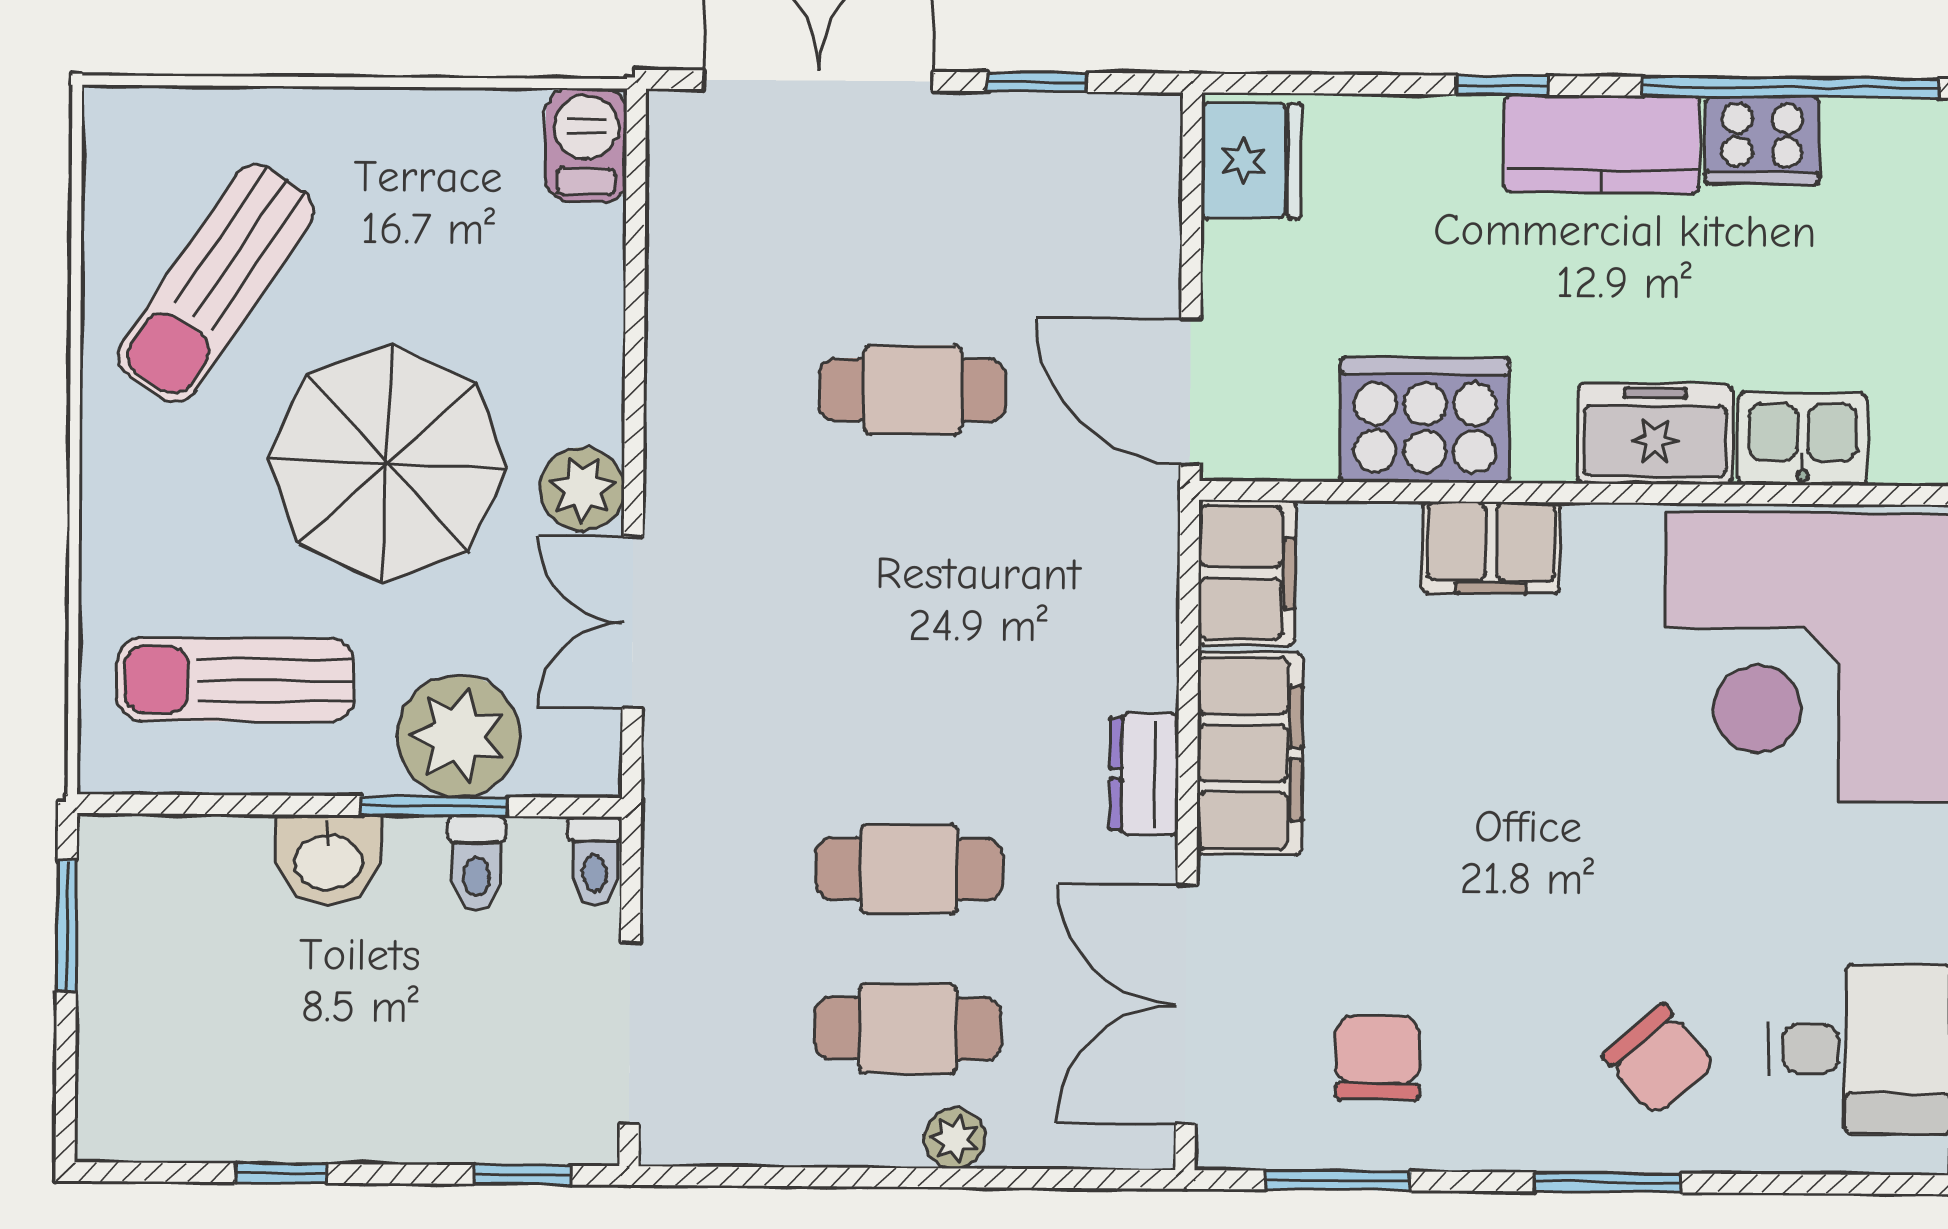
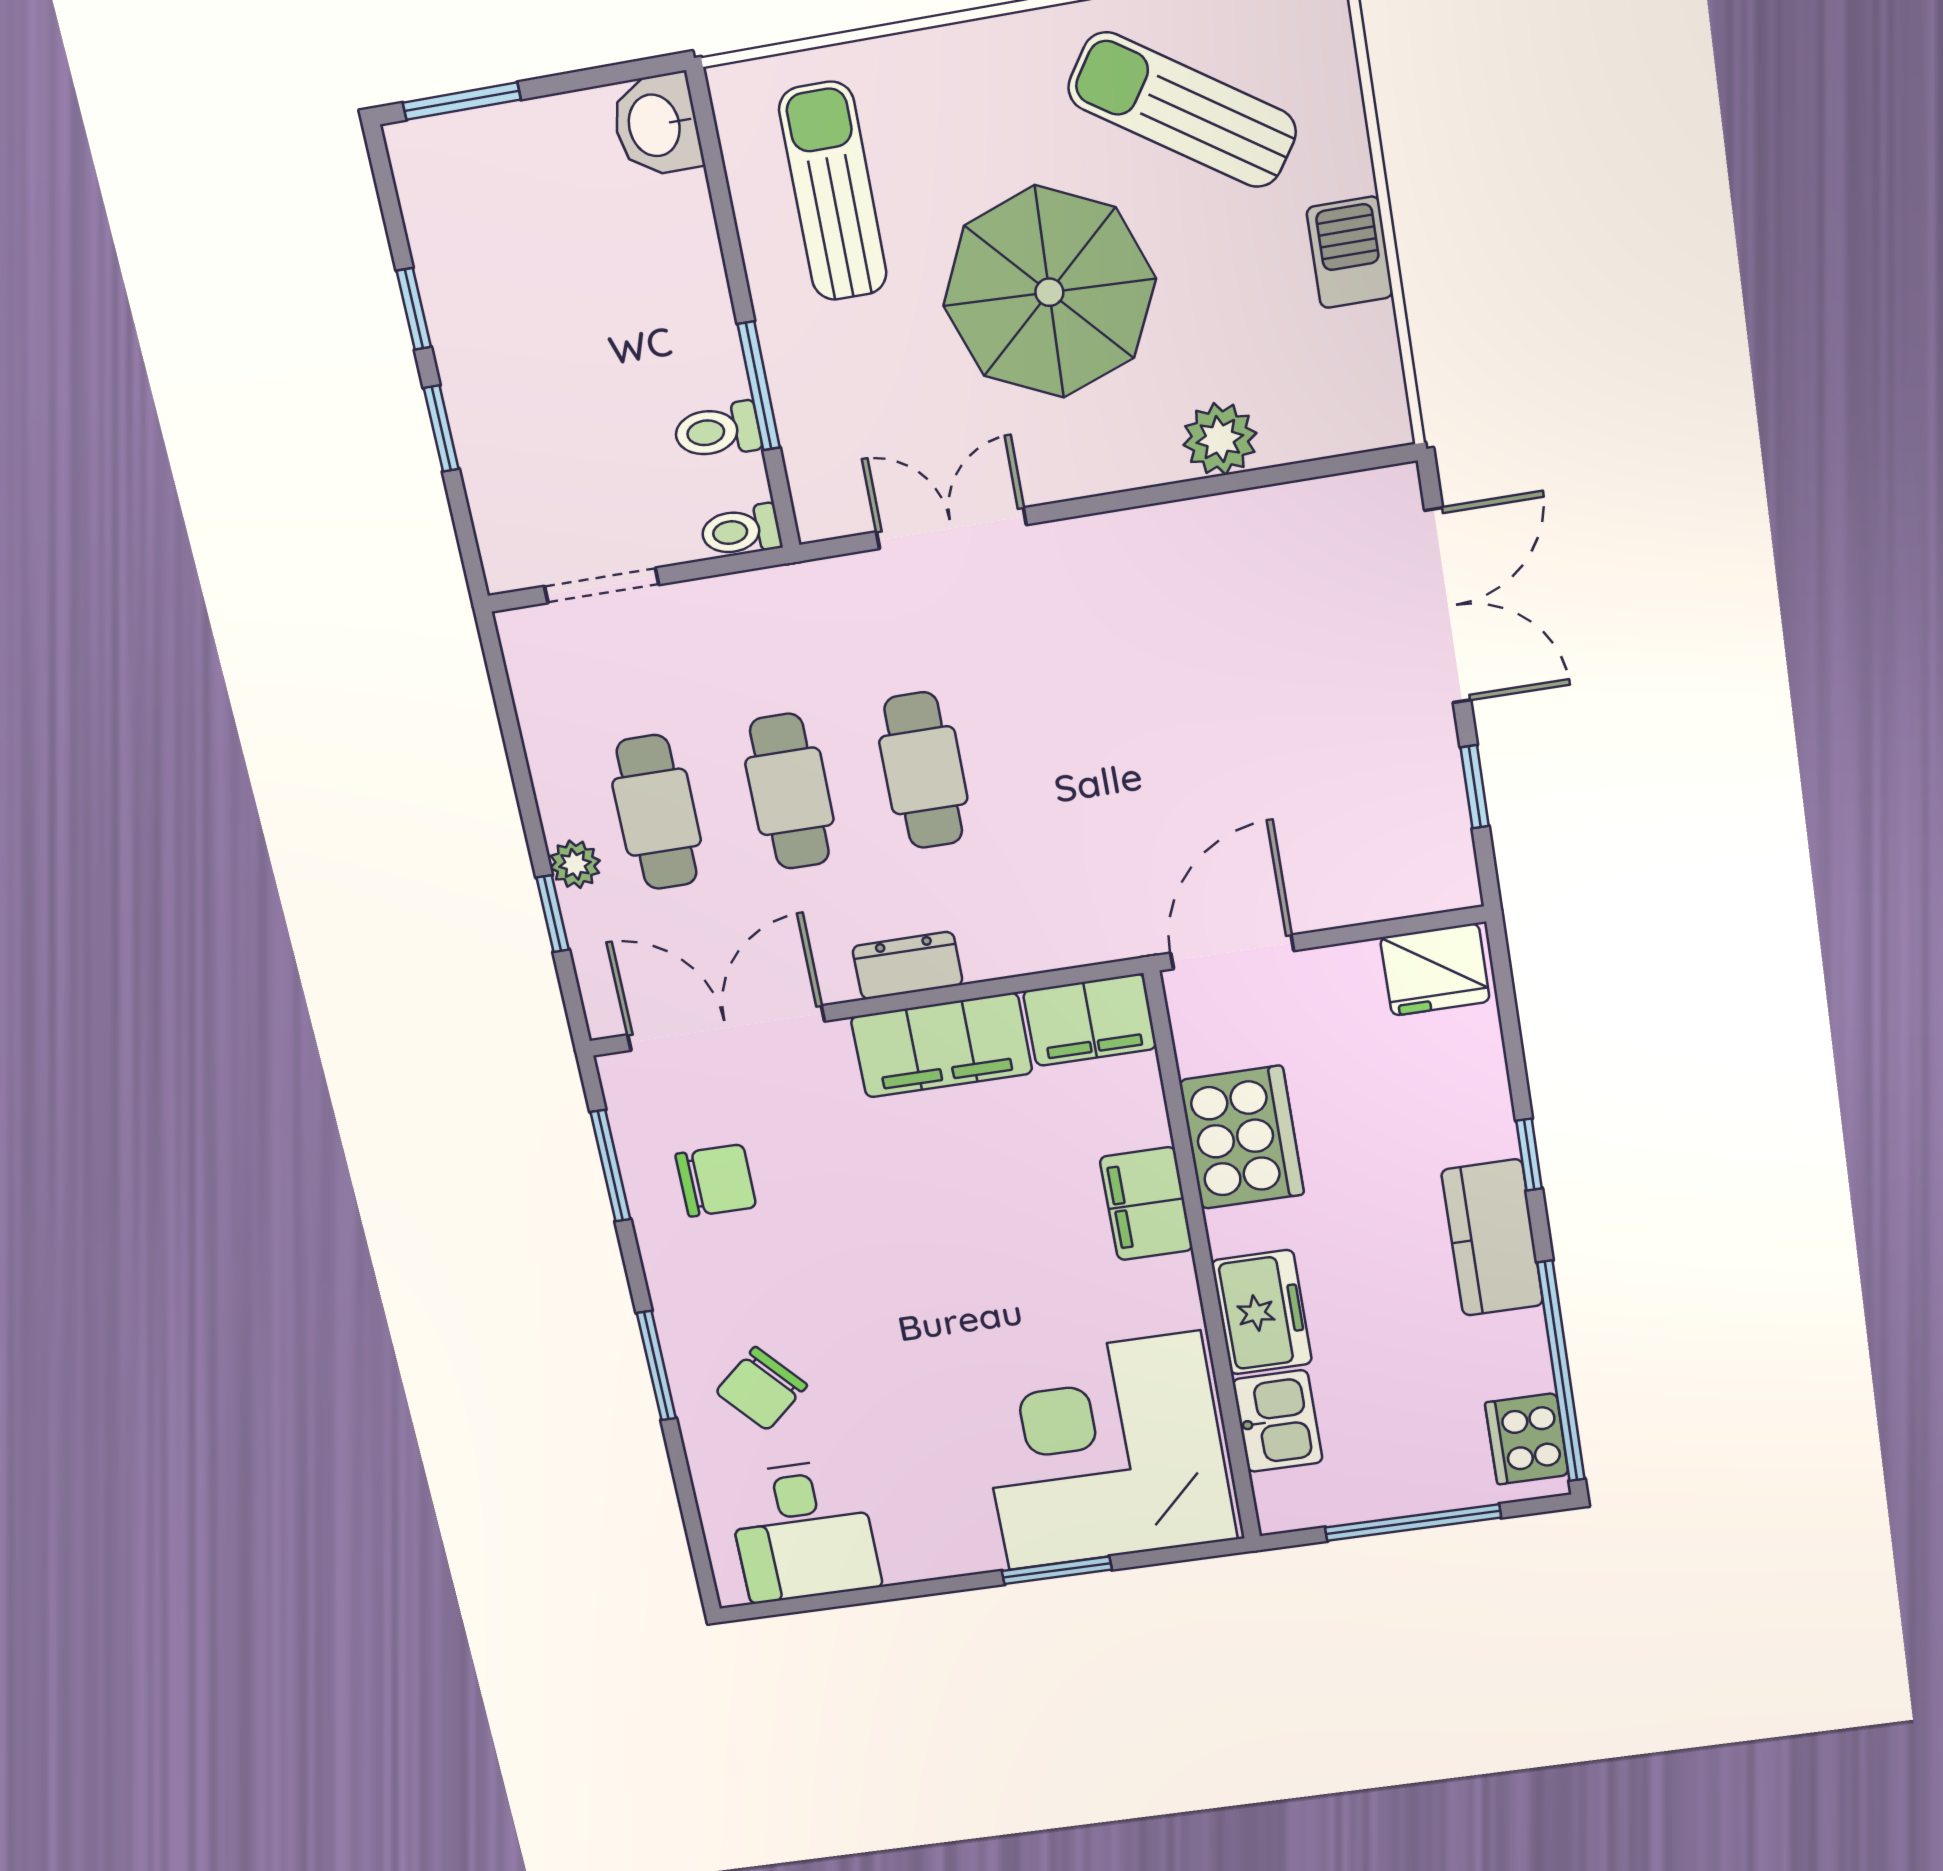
cooker: (1762, 140) -> (1527, 1439), moved
barbecue: (586, 145) -> (1350, 252), moved, turned -90
cafe table: (912, 390) -> (923, 770), moved
plant: (582, 489) -> (1220, 439), moved
plant: (458, 736) -> (824, 396), removed
washbasin: (328, 860) -> (656, 125), moved
window: (67, 926) -> (462, 101), moved
doorway: (630, 1033) -> (602, 585), width x0.73
window: (522, 1175) -> (441, 429), moved
window: (1010, 1178) -> (553, 914), added

